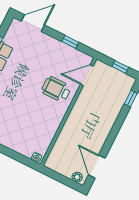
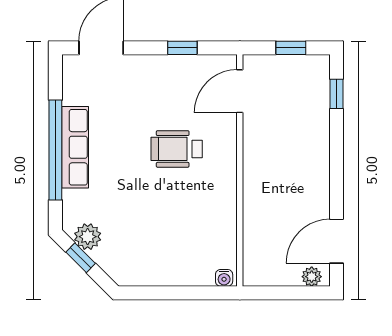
wheelchair: (56, 89) -> (177, 149), moved
door: (97, 167) -> (337, 241), hinge flipped

